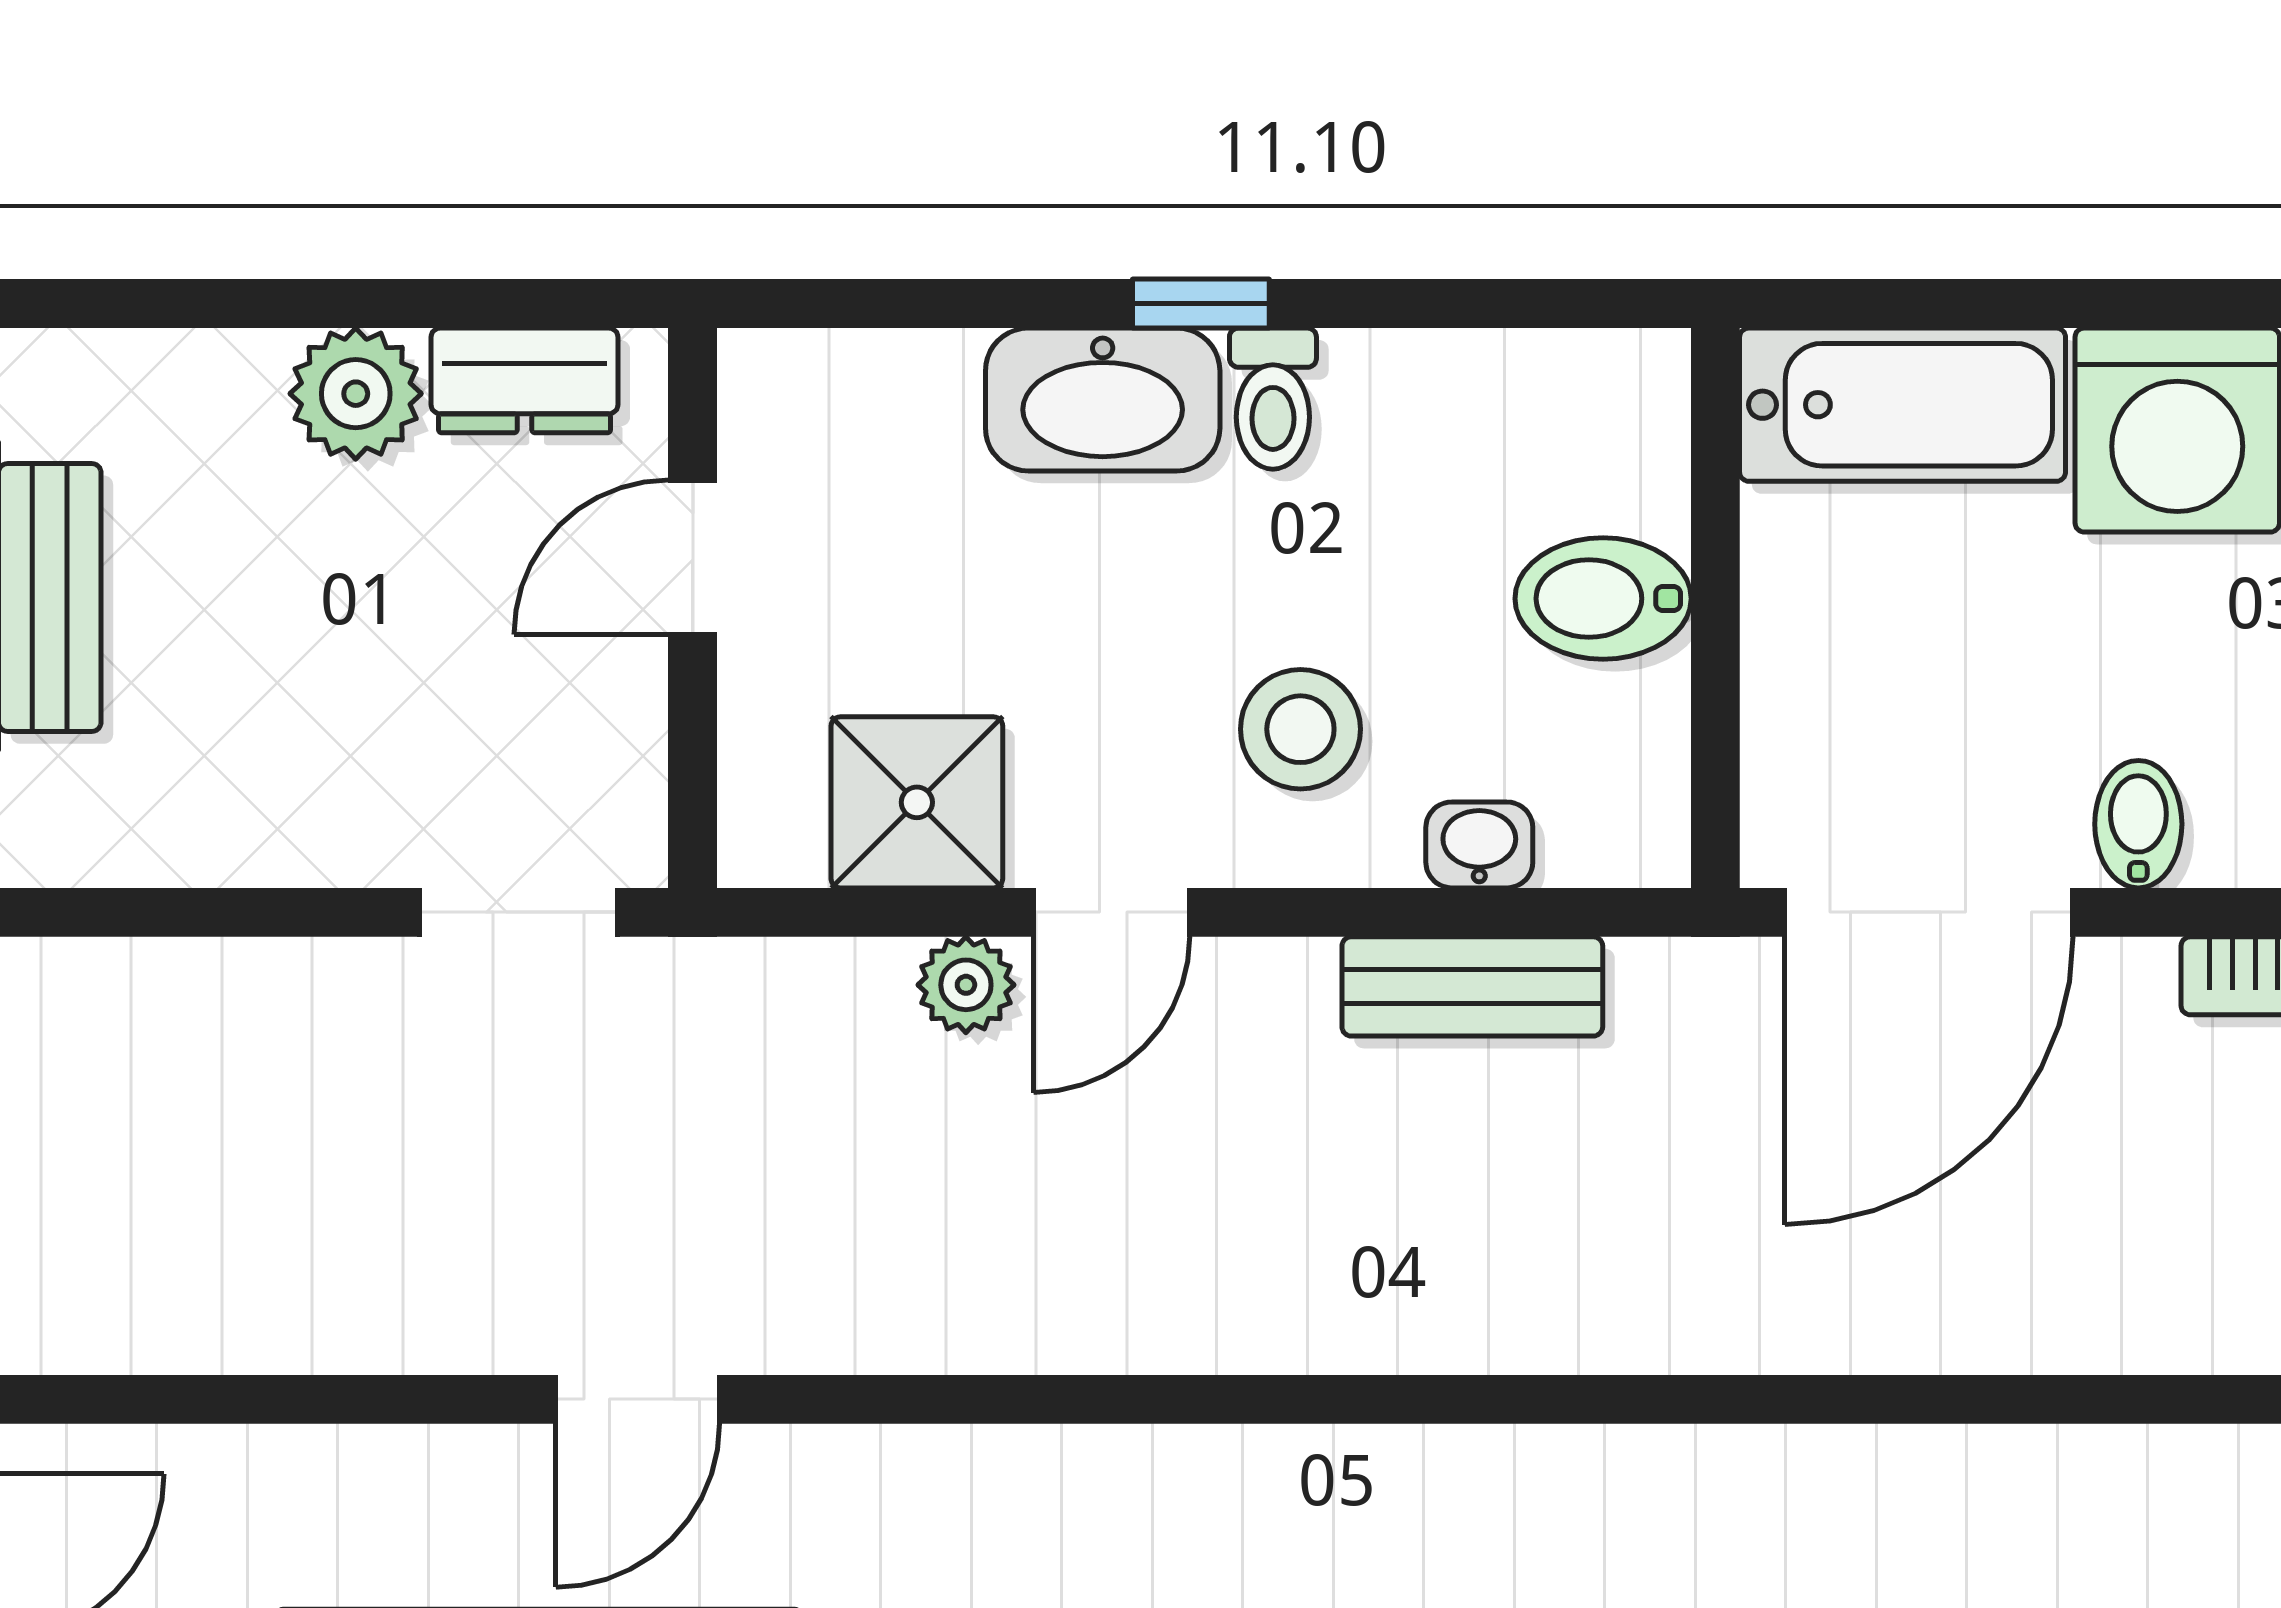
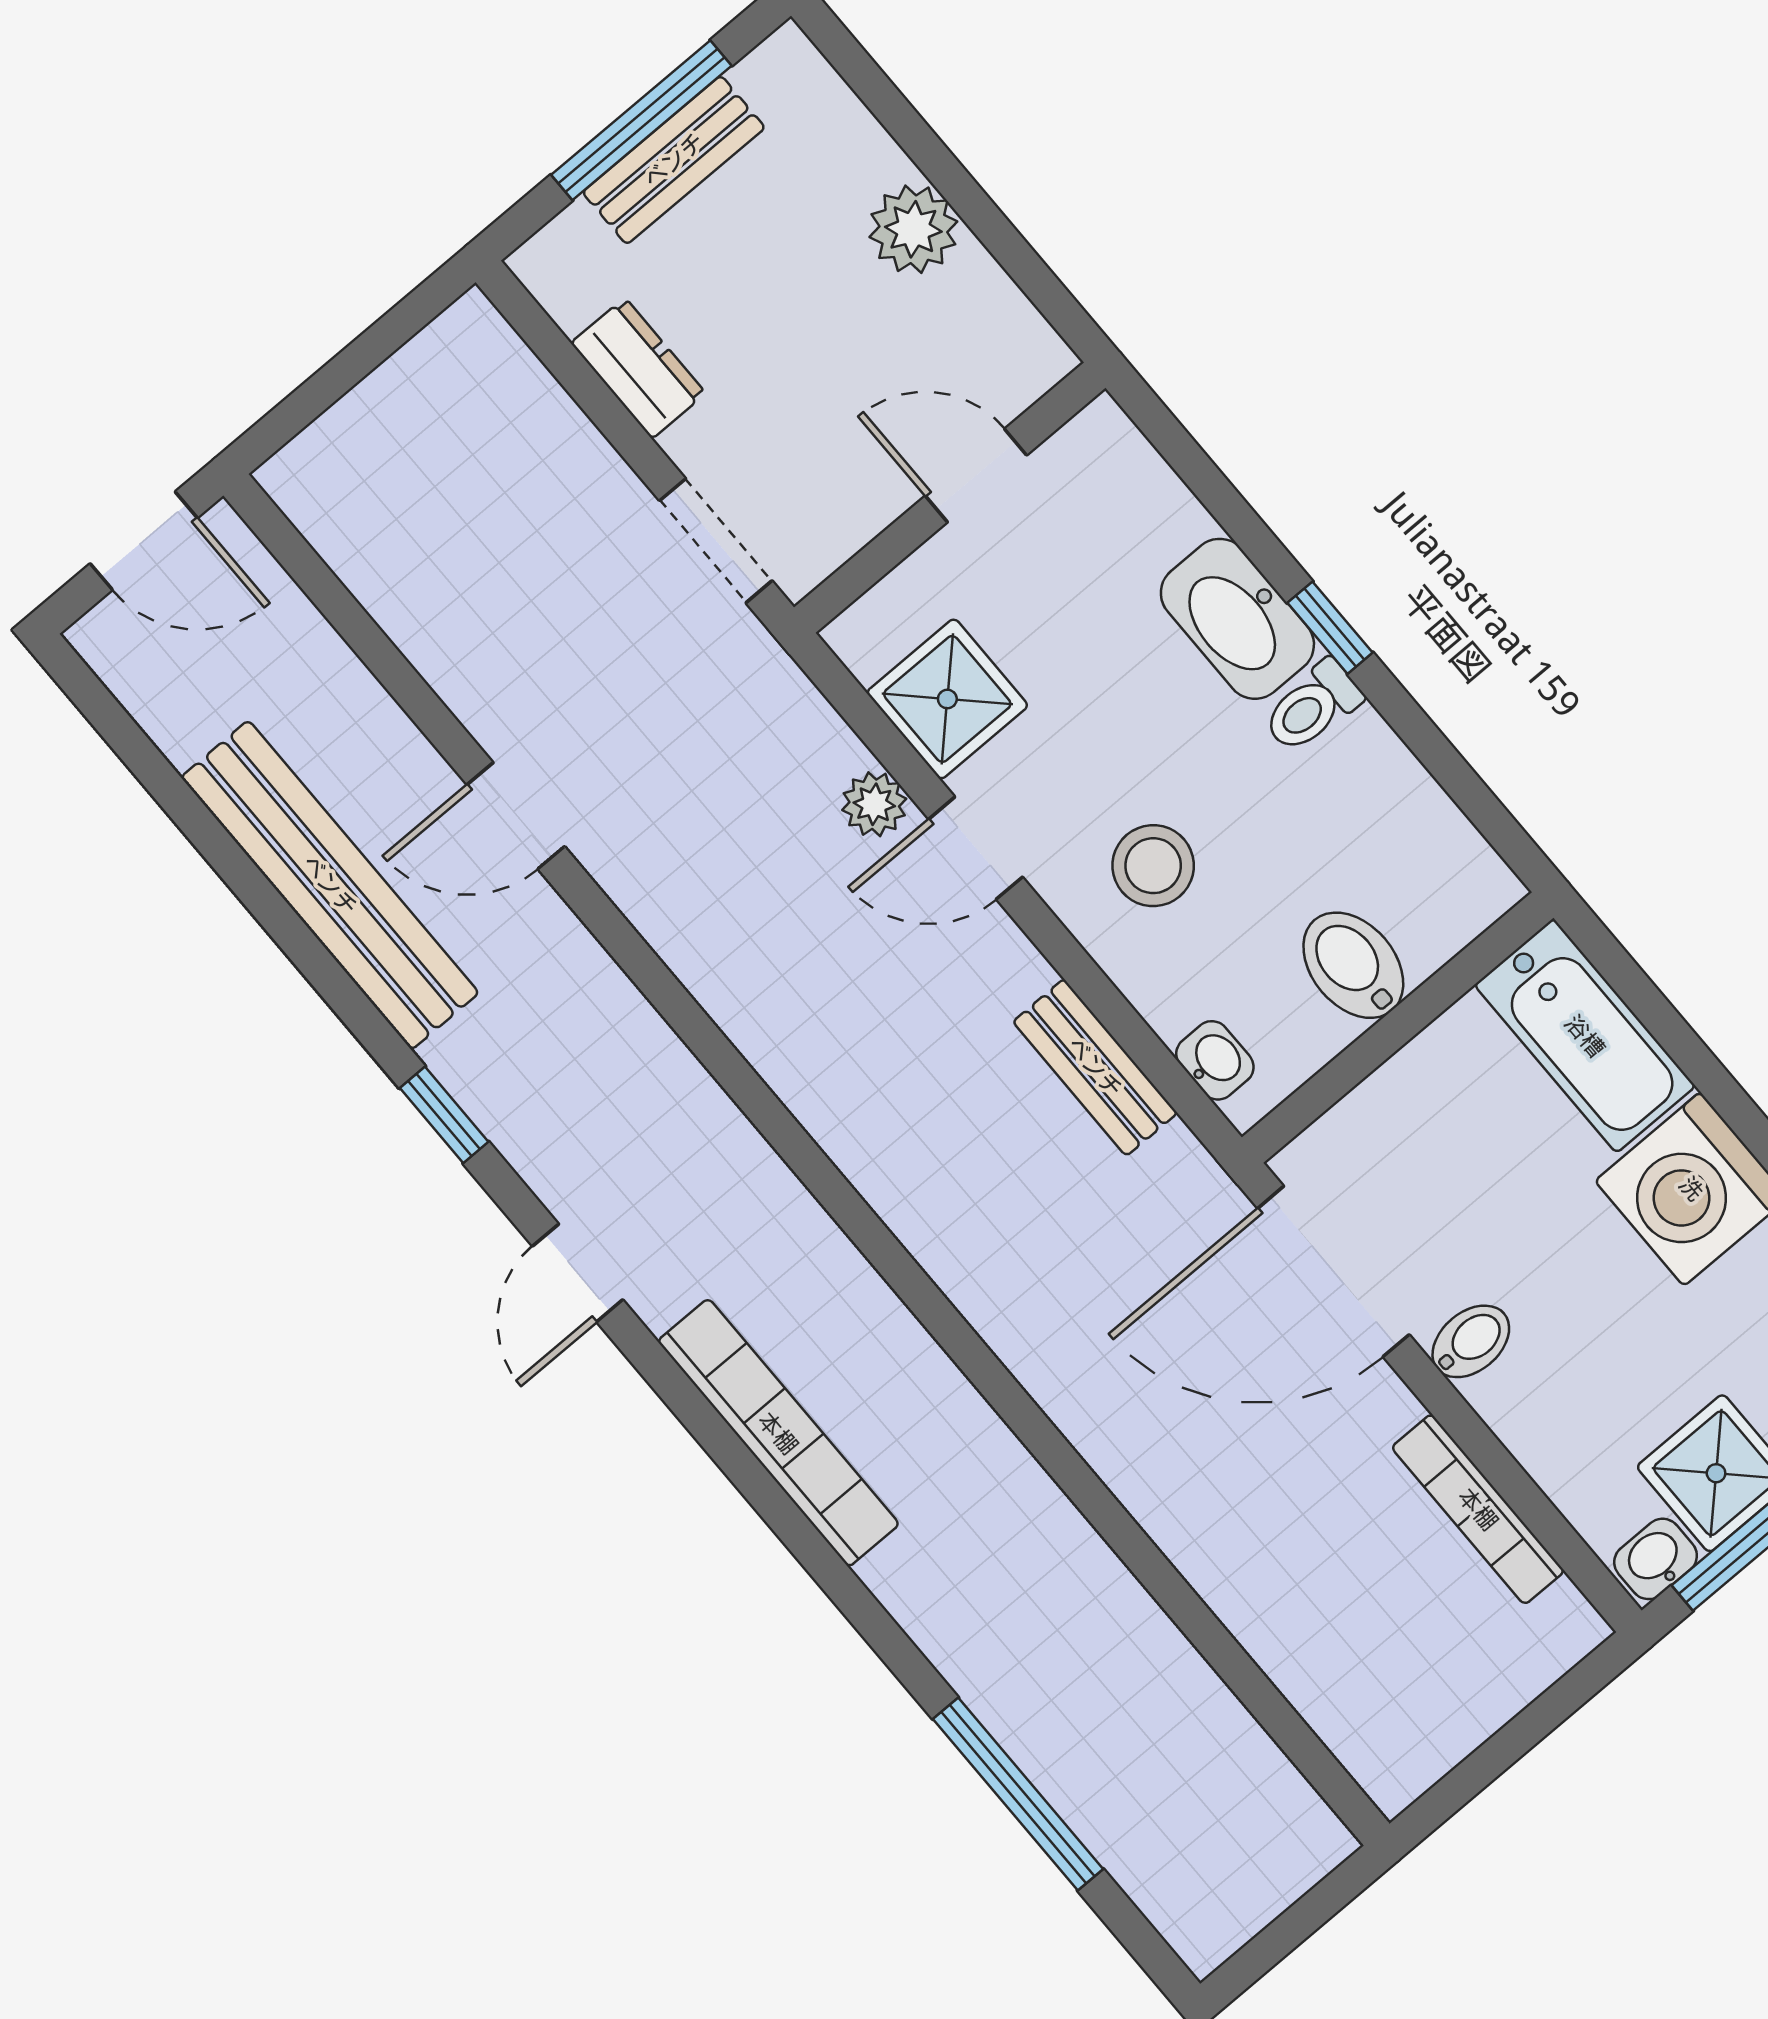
dresser: (525, 380) -> (638, 368), moved, turned 180
washbasin: (1479, 845) -> (1215, 1060), moved

